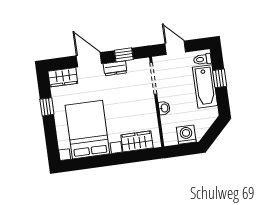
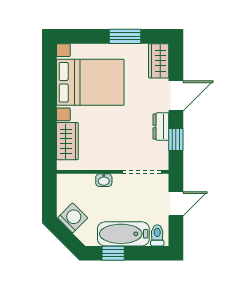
window: (220, 78) -> (113, 253), moved
window: (47, 107) -> (125, 36), width x1.50
washing machine: (186, 135) -> (73, 218), moved, turned -45

